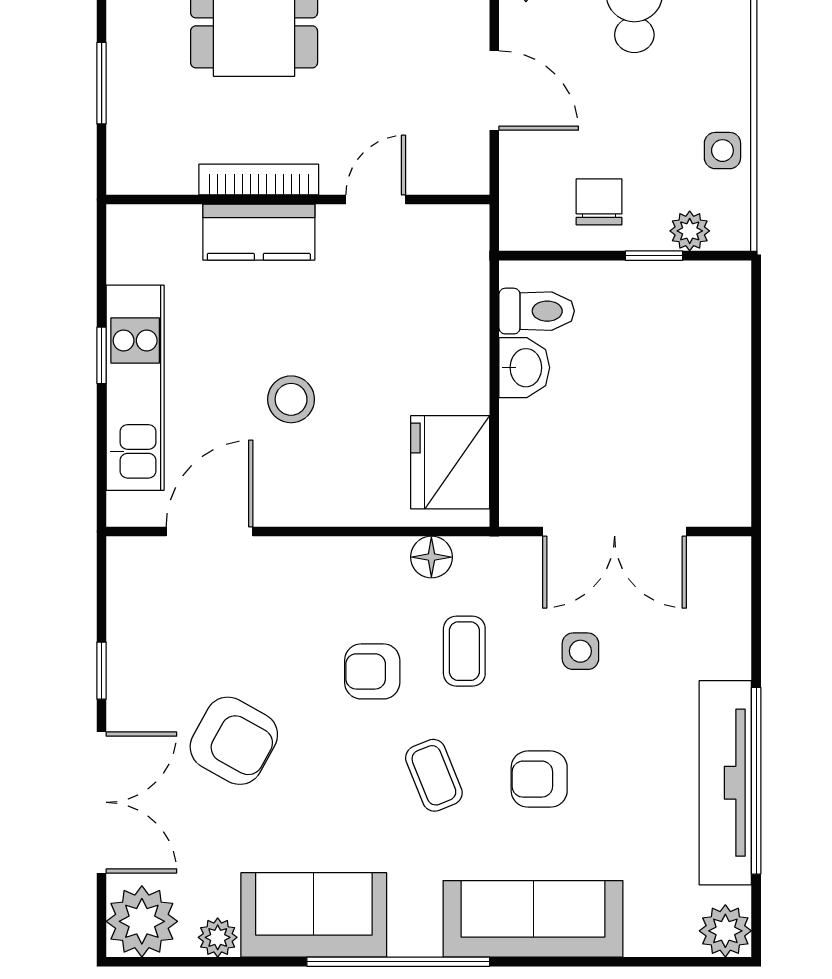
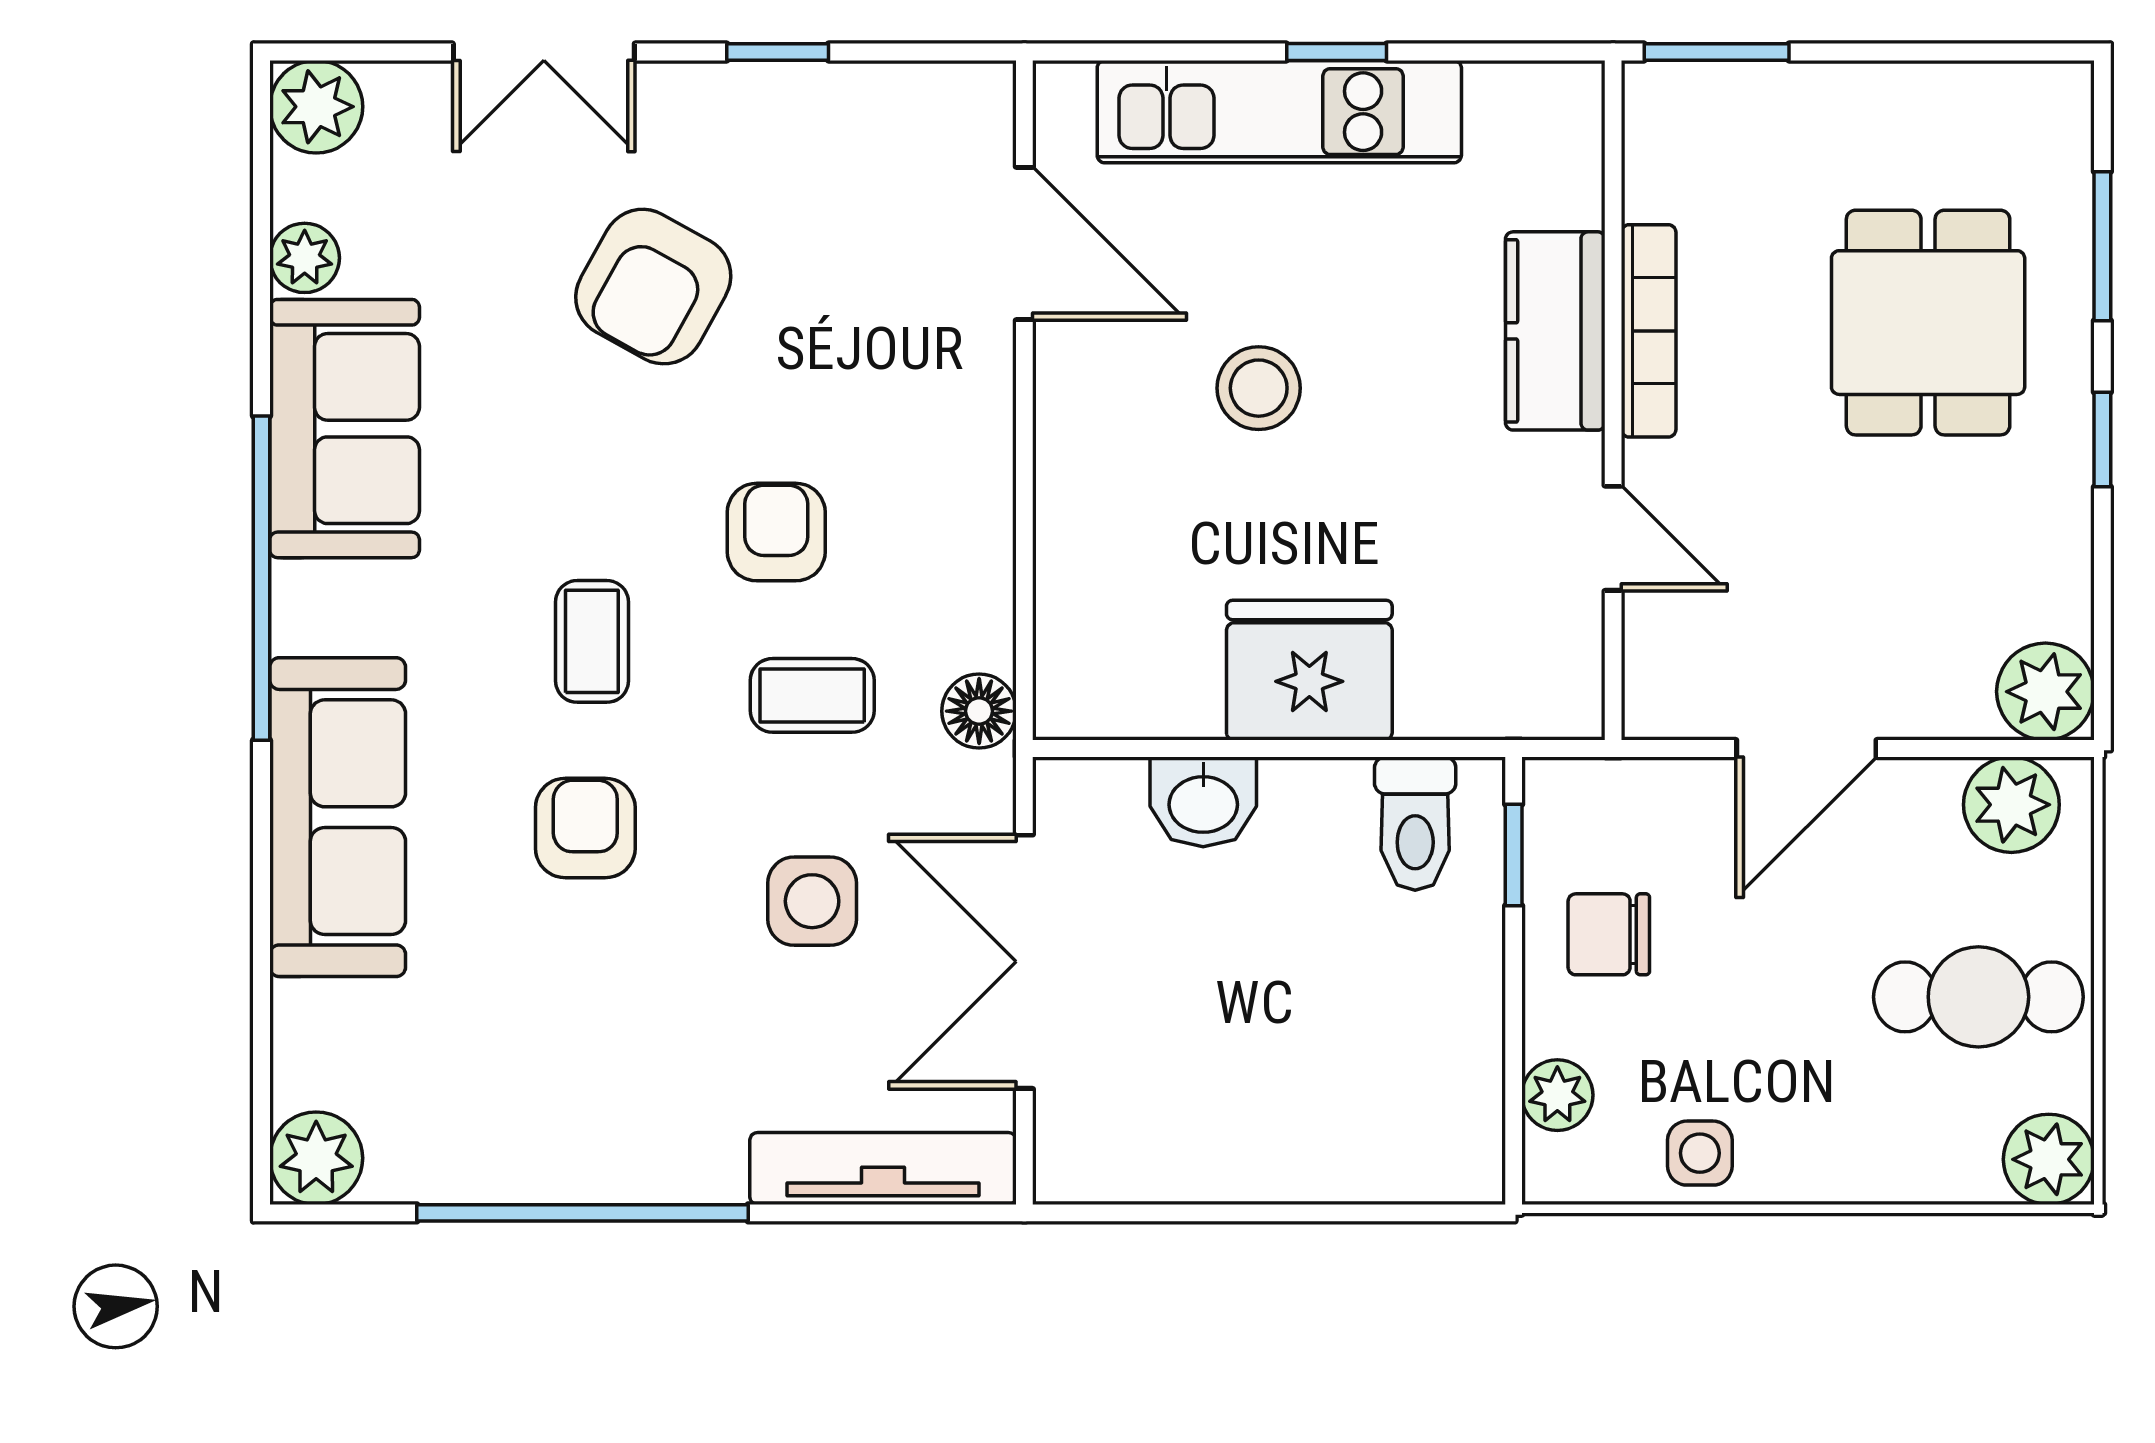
window: (102, 83) -> (1717, 52), moved
chair: (599, 202) -> (1609, 934), turned 180
window: (654, 256) -> (1514, 855), moved
washbasin: (524, 368) -> (1203, 802), moved
fridge: (450, 462) -> (1309, 670), moved
floor lamp: (431, 557) -> (979, 711), moved
side table: (580, 651) -> (812, 901), width x1.37, depth x1.37
coffee table: (434, 775) -> (592, 641), turned -68
tv unit: (725, 783) -> (883, 1169), moved, width x0.73, depth x0.78
double door: (102, 802) -> (544, 52), width x0.73
plant: (142, 921) -> (316, 107), width x0.73, depth x0.73

